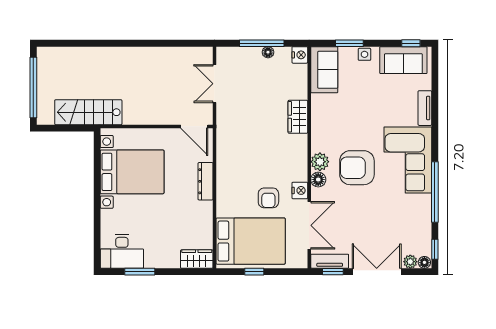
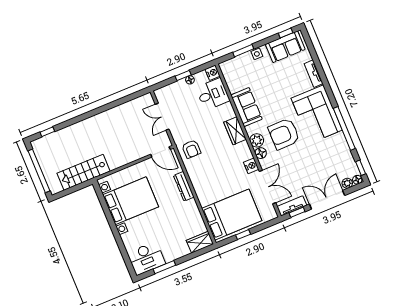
window: (64, 43) -> (47, 132), added
window: (262, 43) -> (183, 76), width x0.46
sofa: (324, 70) -> (246, 107), moved
desk: (289, 82) -> (213, 94), added
wardrobe: (298, 117) -> (235, 131), moved
armchair: (268, 198) -> (191, 149), moved

